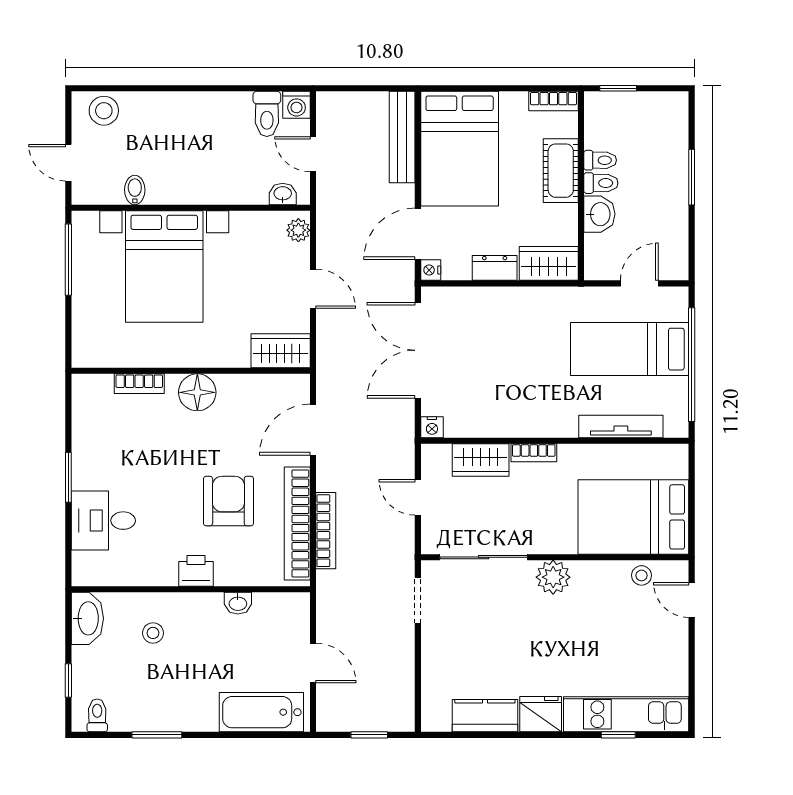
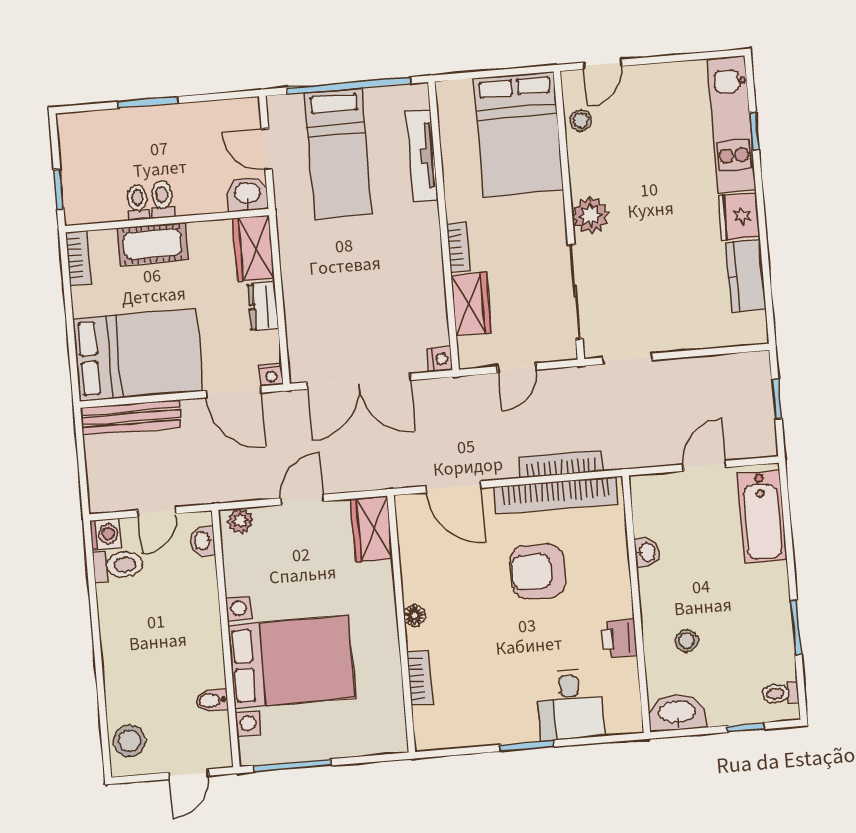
washbasin: (599, 214) -> (247, 194), moved
floor lamp: (197, 392) -> (414, 616), width x0.53, depth x0.53
printer: (196, 571) -> (619, 638), moved

